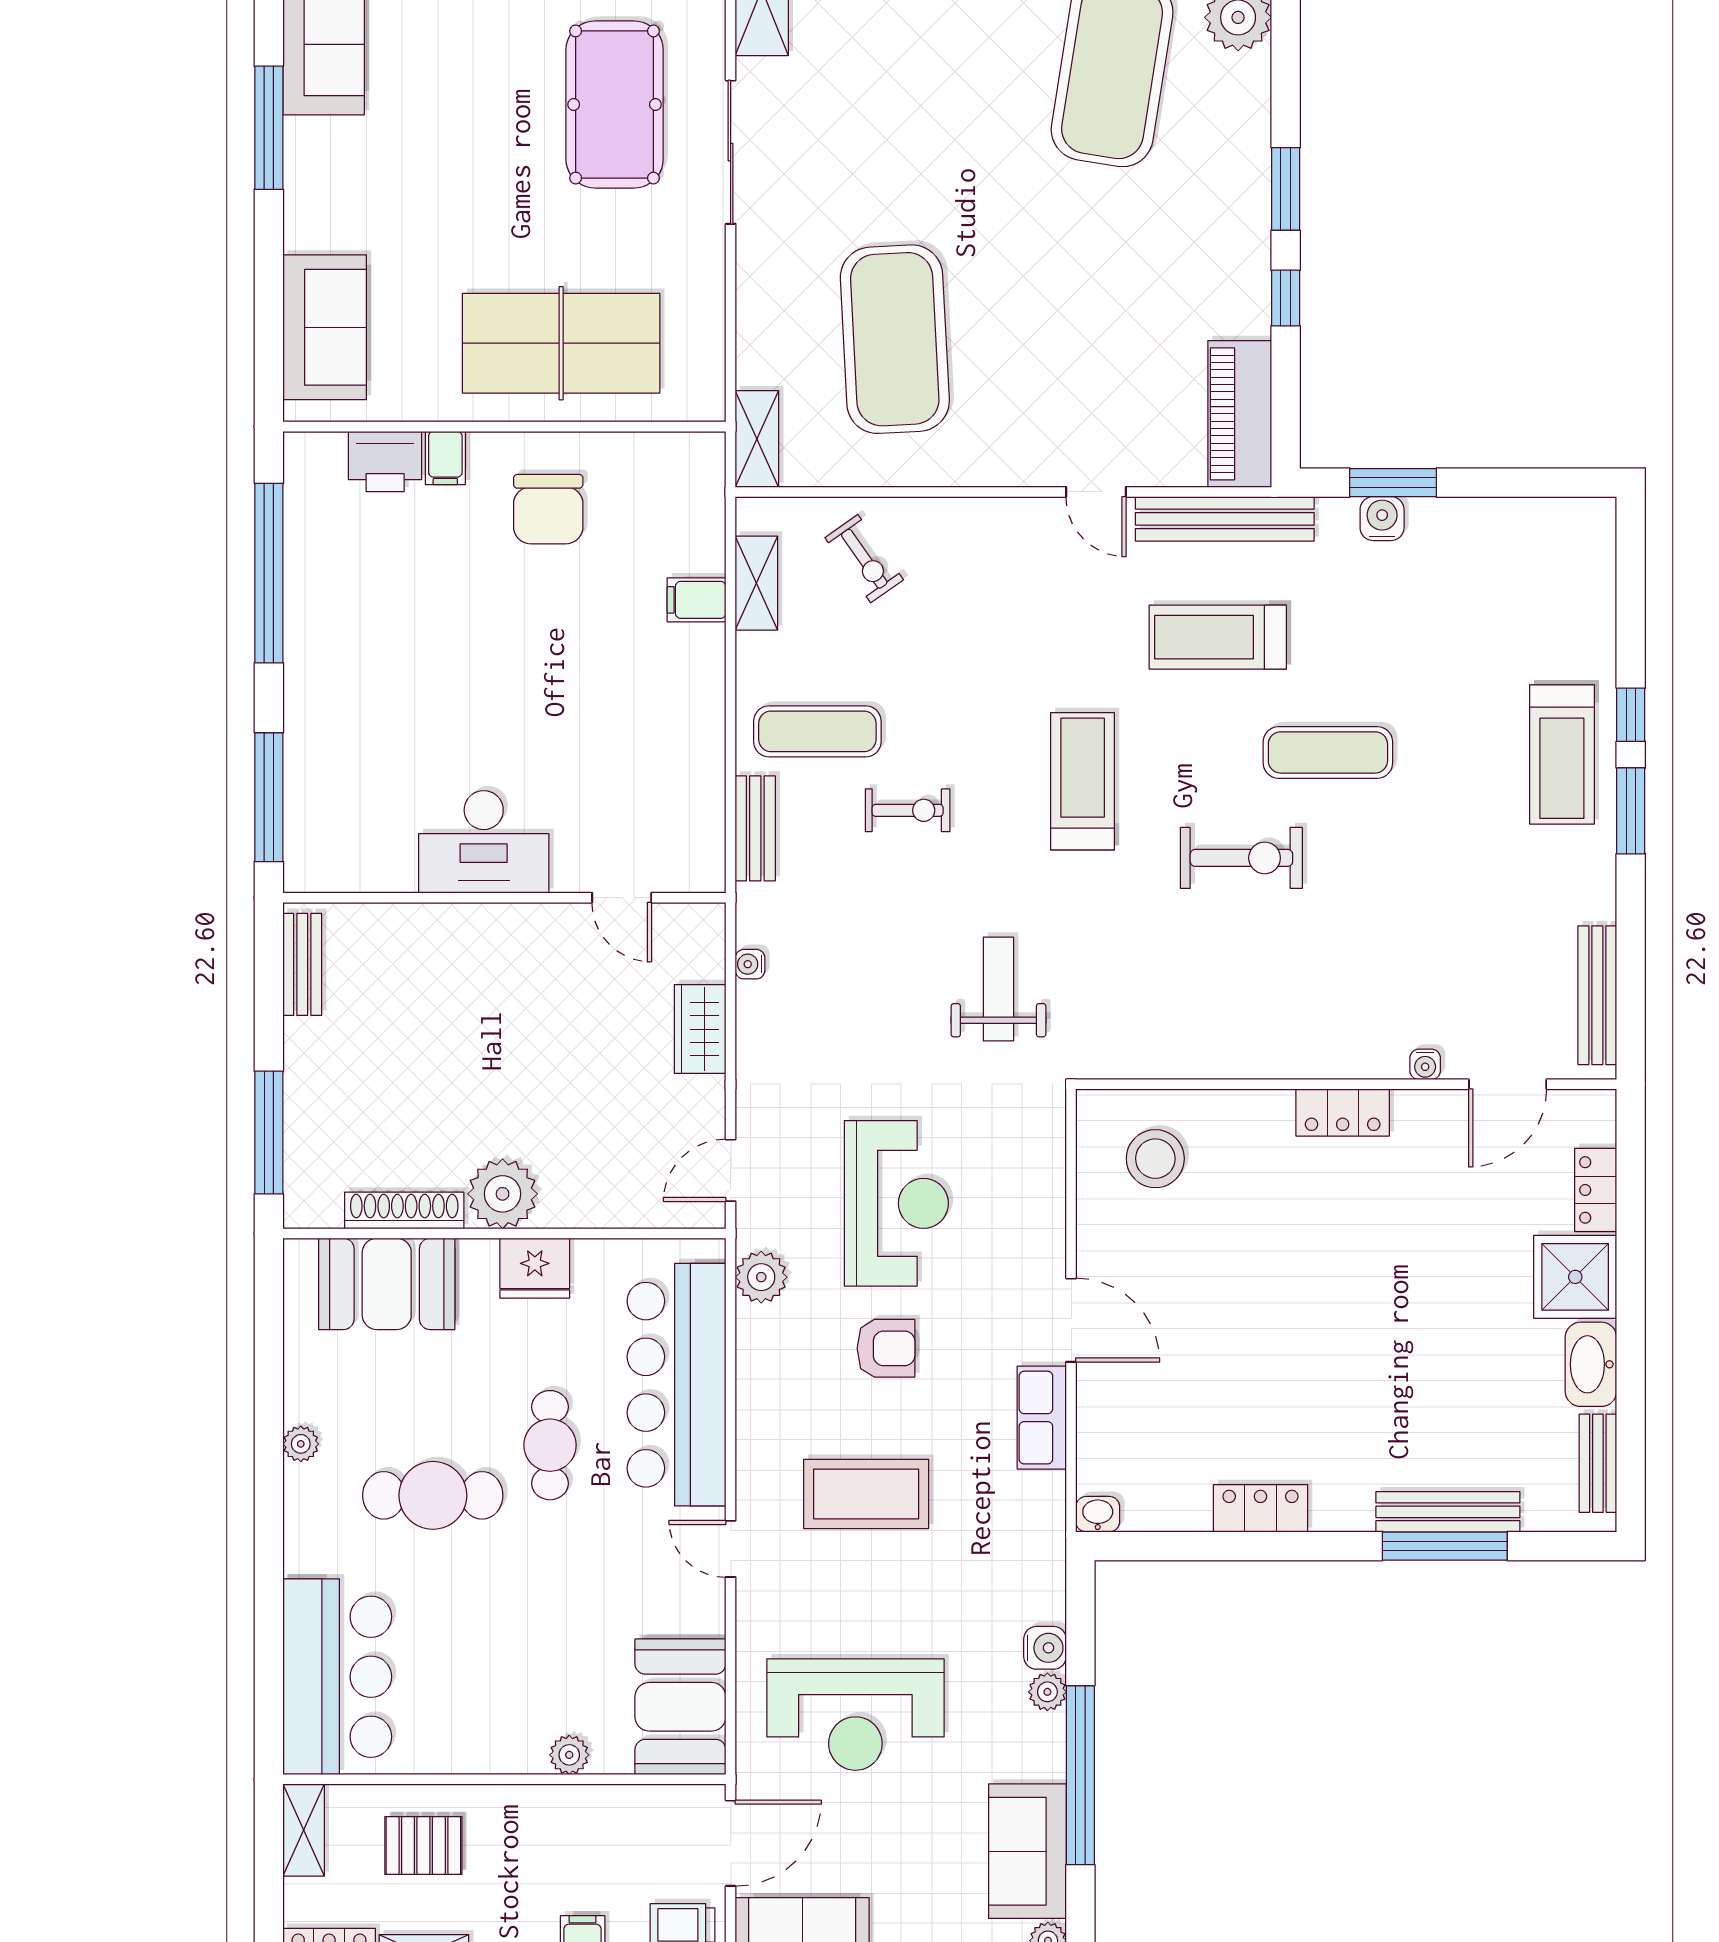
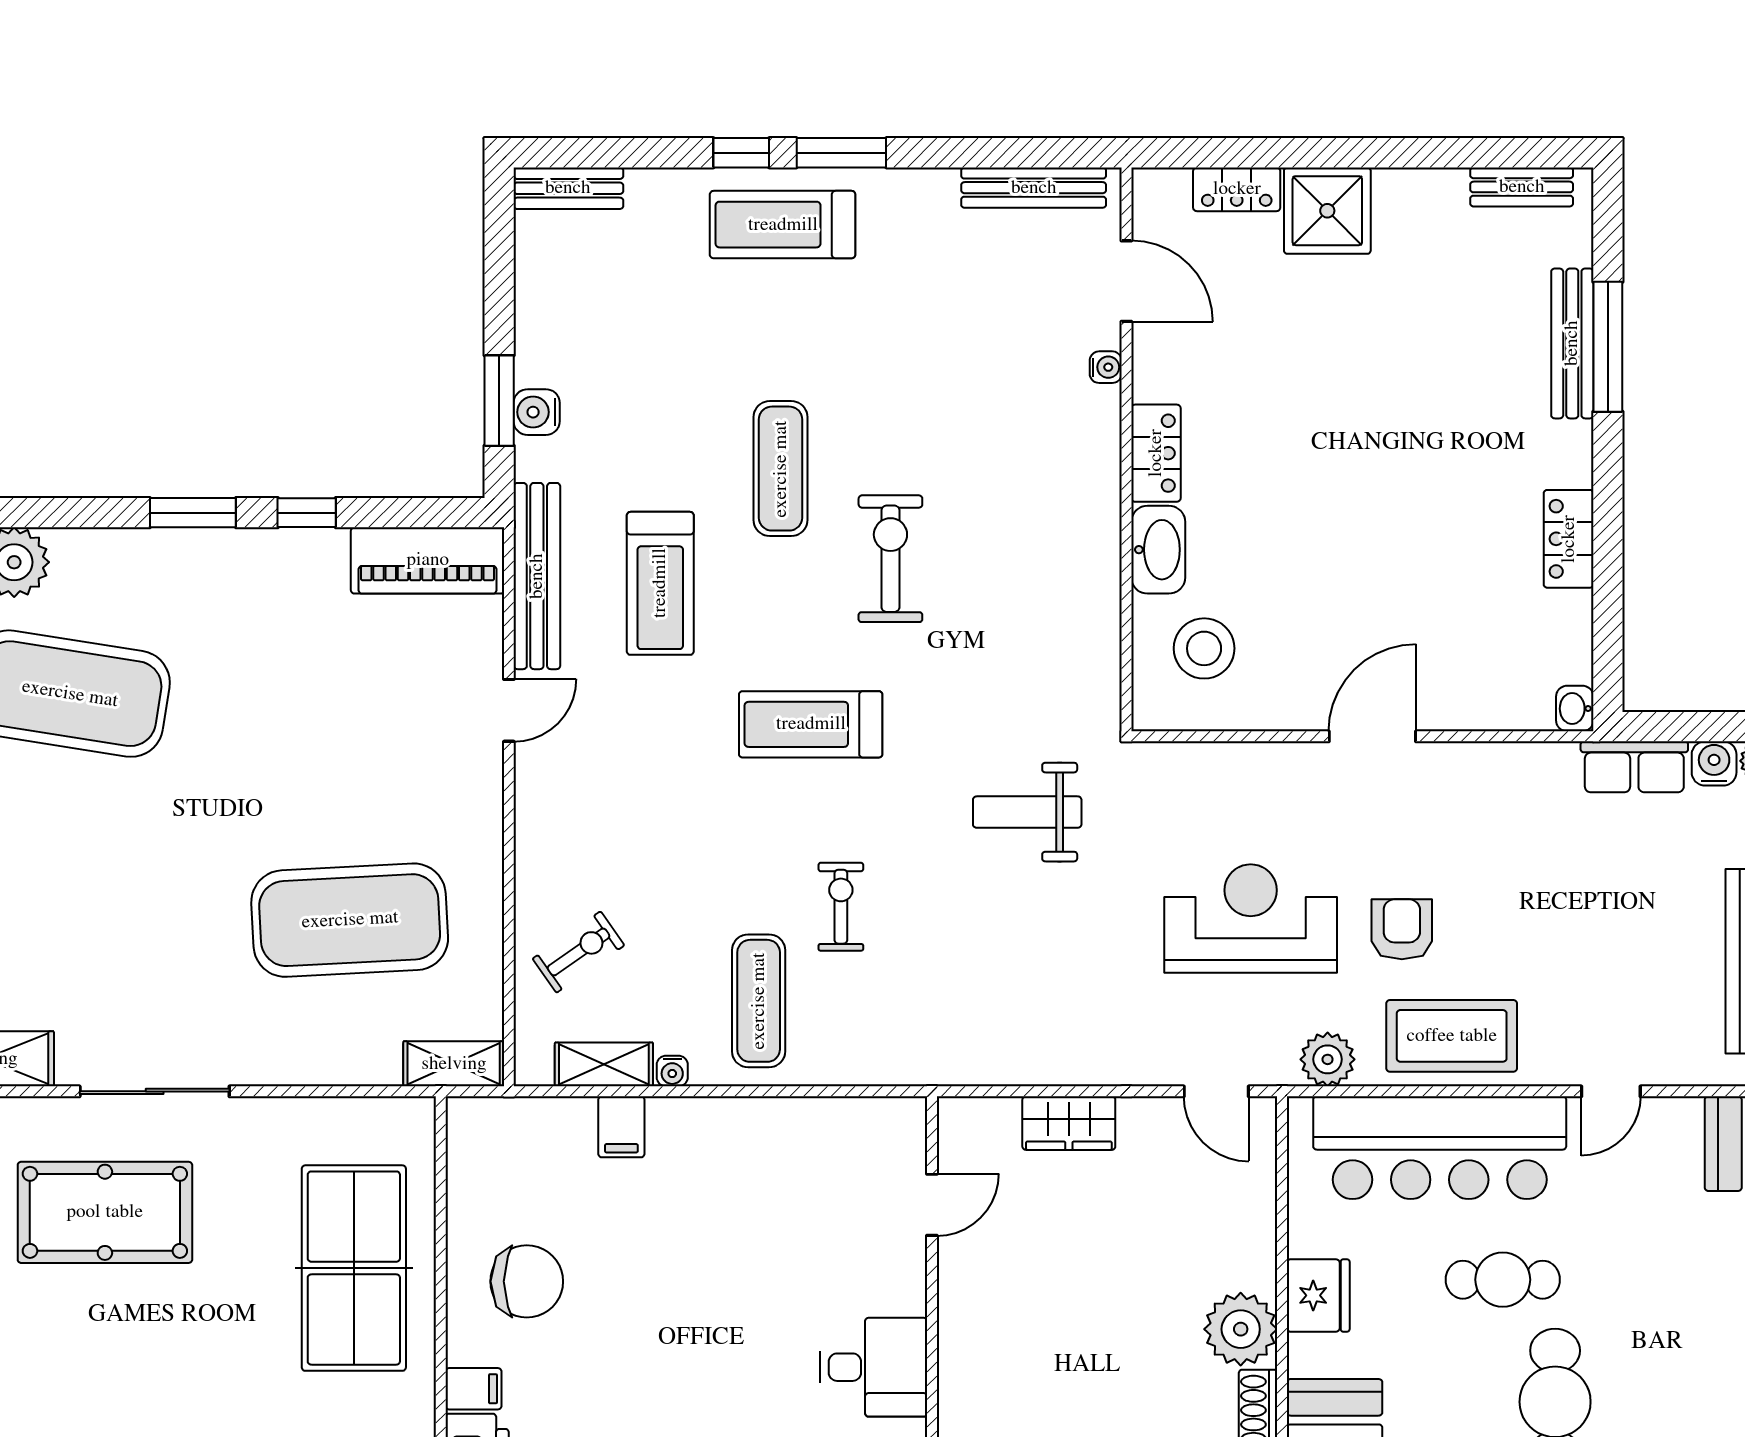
treadmill: (1562, 754) -> (783, 225), turned 180
bench: (755, 828) -> (568, 188), moved
desk: (484, 842) -> (874, 1367), width x0.73
water cooler: (750, 964) -> (672, 1071), moved
washbasin: (1591, 1364) -> (1158, 550), moved, turned -90
row of seats: (1042, 1418) -> (1634, 767), moved
coffee table: (866, 1494) -> (1452, 1036), moved, turned 90

